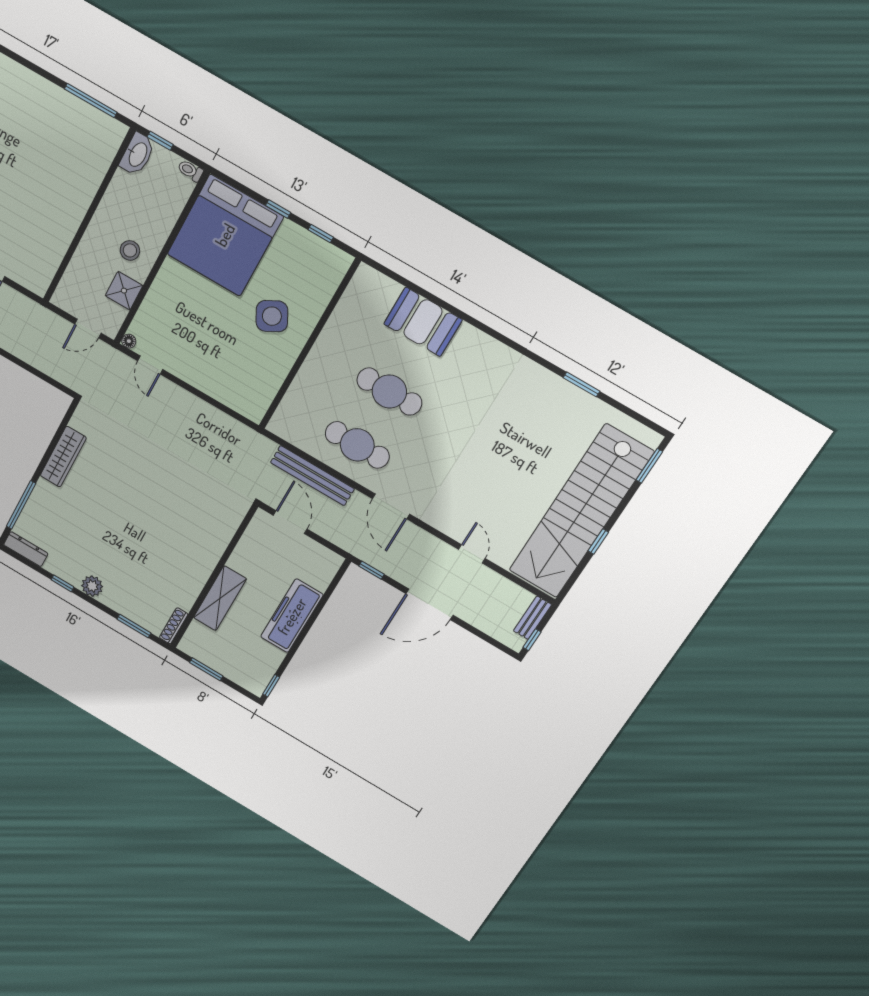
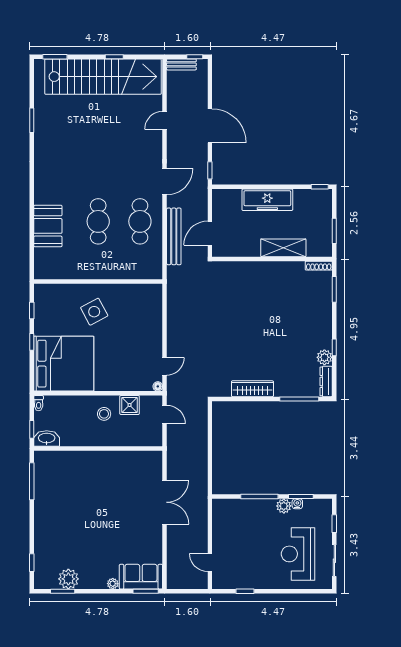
plant: (92, 586) -> (324, 357), moved

